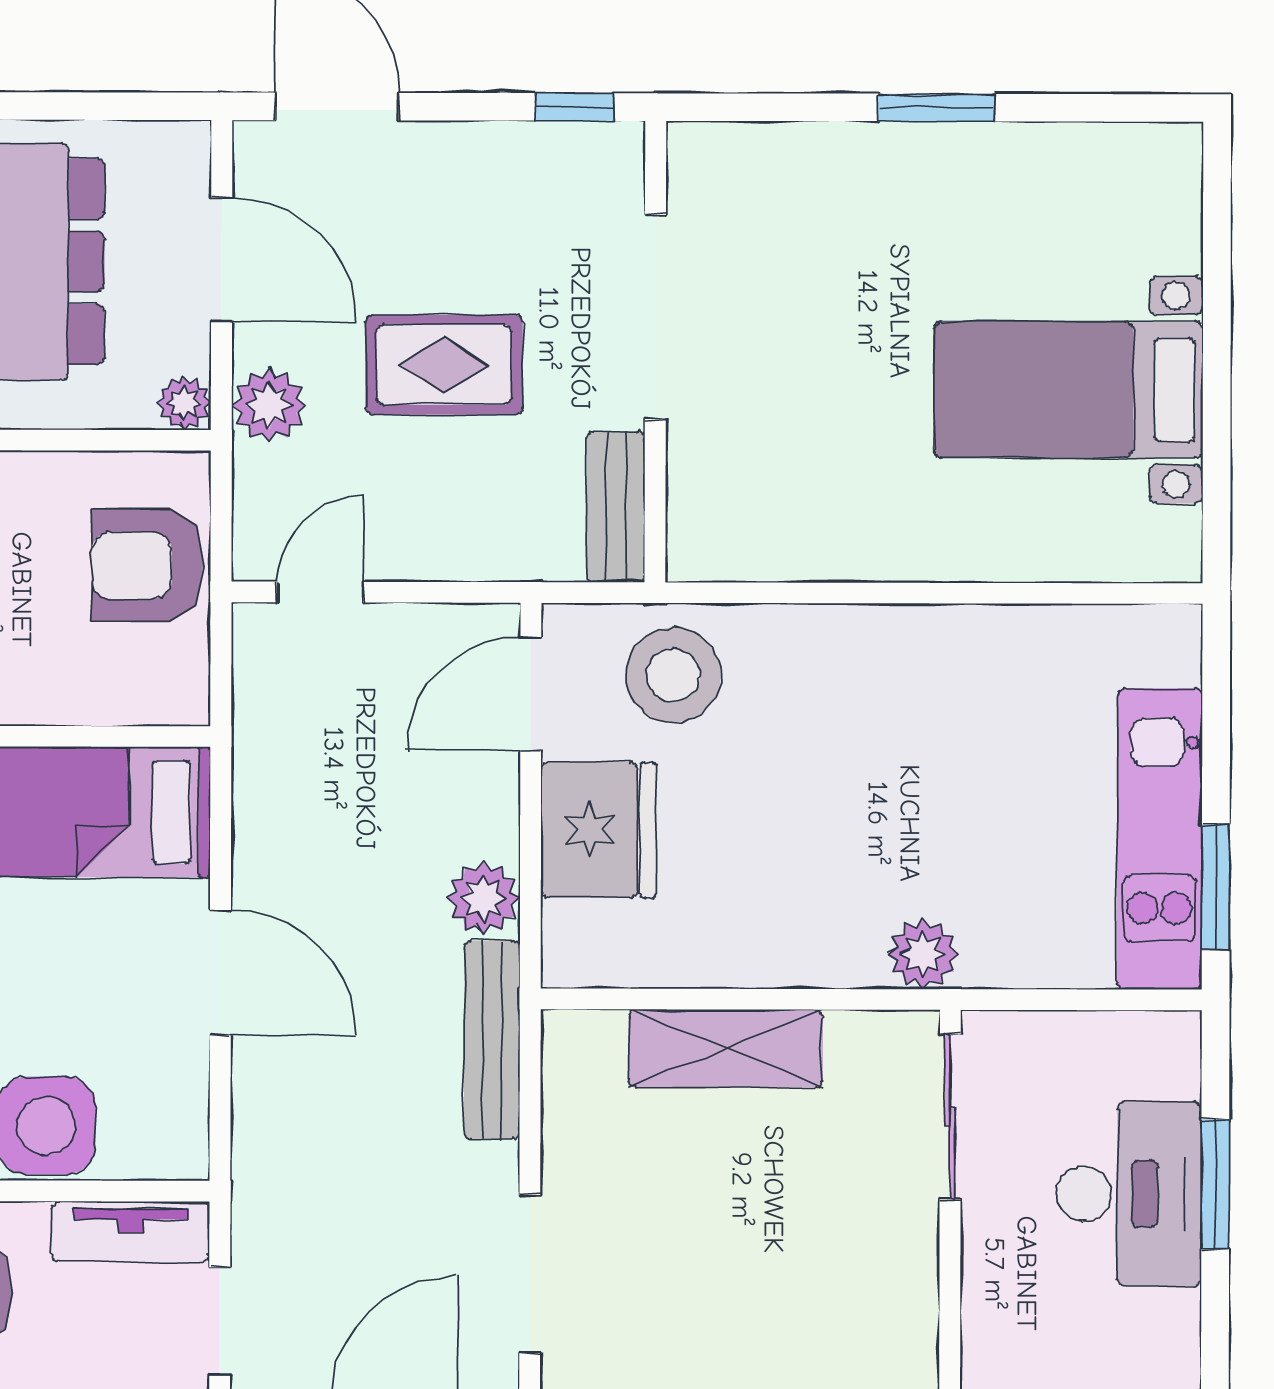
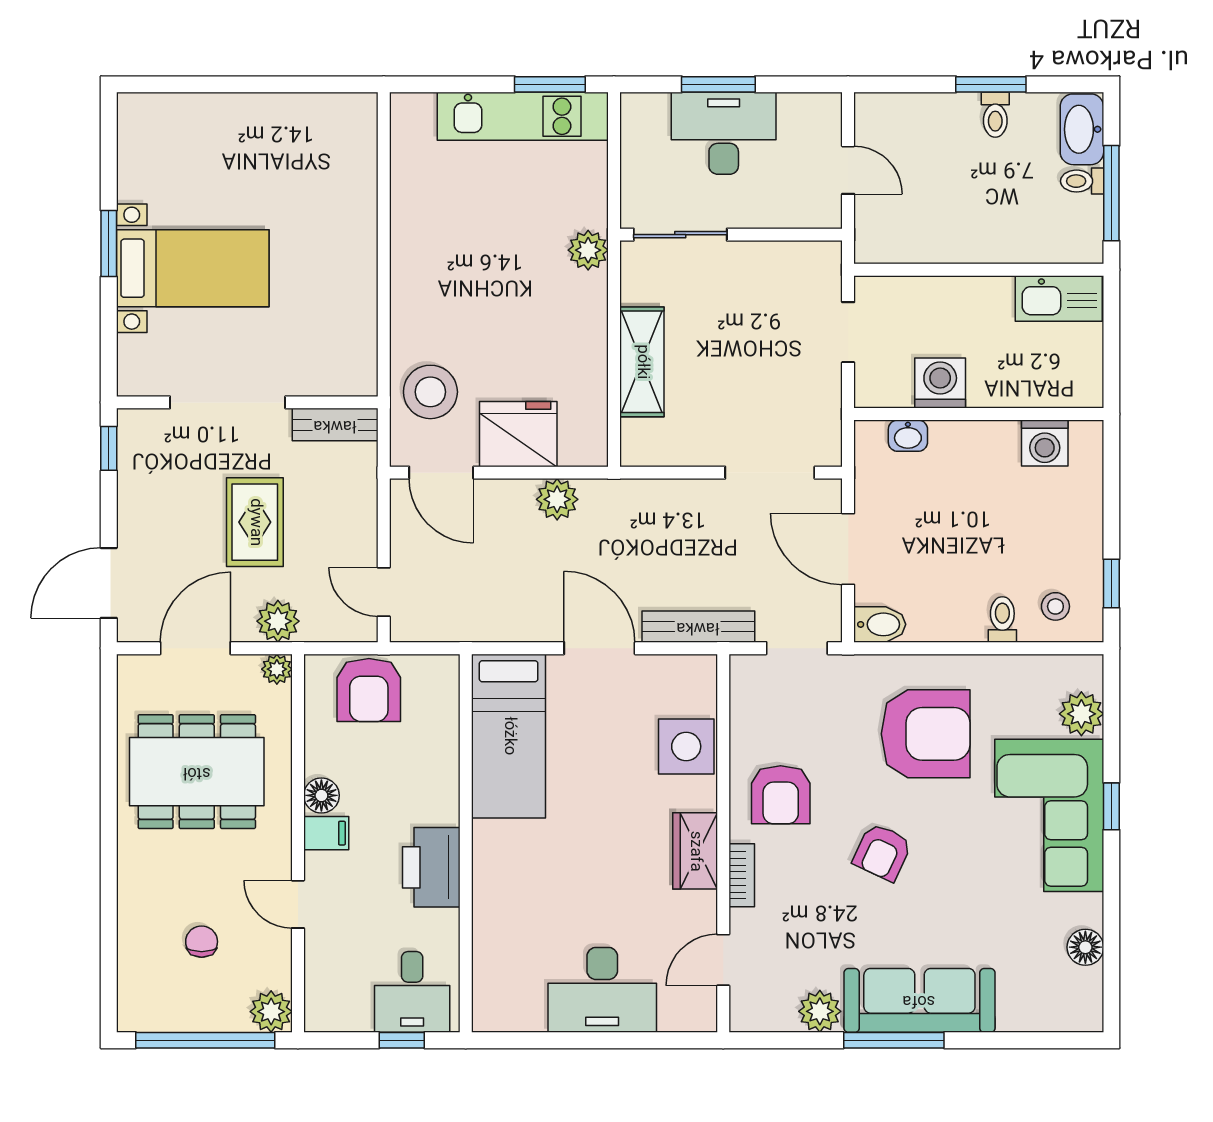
bed with nightstands: (1068, 390) -> (193, 268), moved, turned -90
door: (220, 973) -> (599, 648), hinge flipped
bench: (492, 1040) -> (698, 627), moved
tv unit: (130, 1232) -> (746, 699), removed

